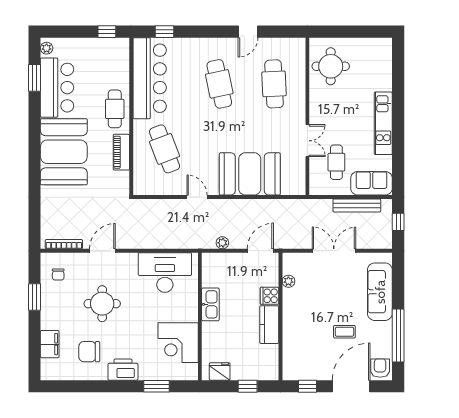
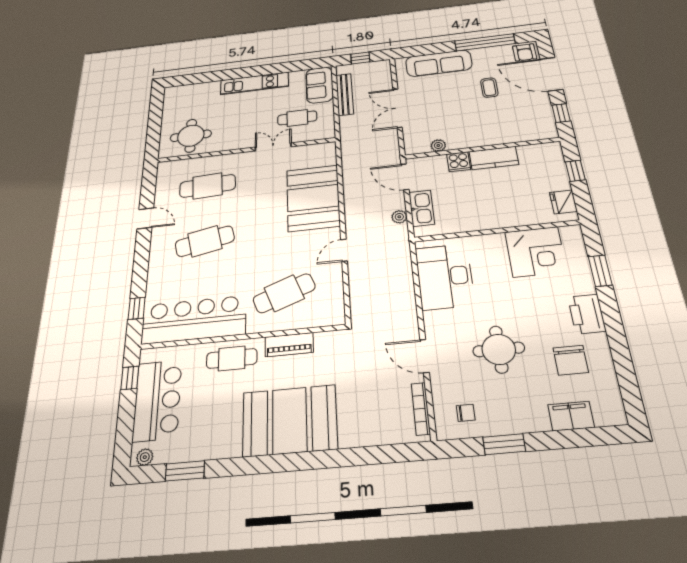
bar counter: (57, 88) -> (157, 400), moved, turned 90
kitchen sink: (210, 304) -> (422, 208), moved, turned 90
armchair: (380, 368) -> (525, 52), turned -90

